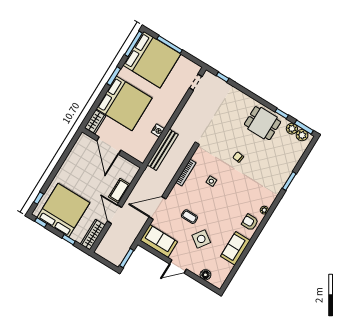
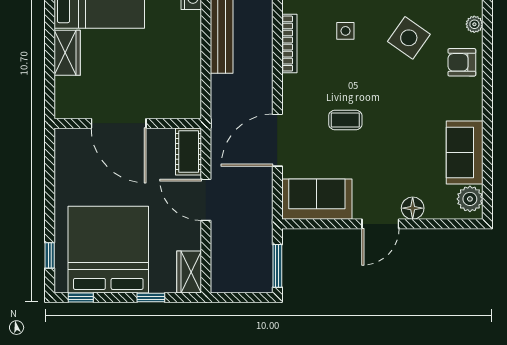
door: (109, 146) -> (119, 123), moved
wall: (112, 148) -> (128, 123), moved
wardrobe: (93, 235) -> (189, 272), width x0.67
side table: (201, 239) -> (409, 38), moved
sofa: (235, 248) -> (465, 152), moved
floor lamp: (205, 275) -> (413, 208), moved
plant: (220, 279) -> (470, 199), added

